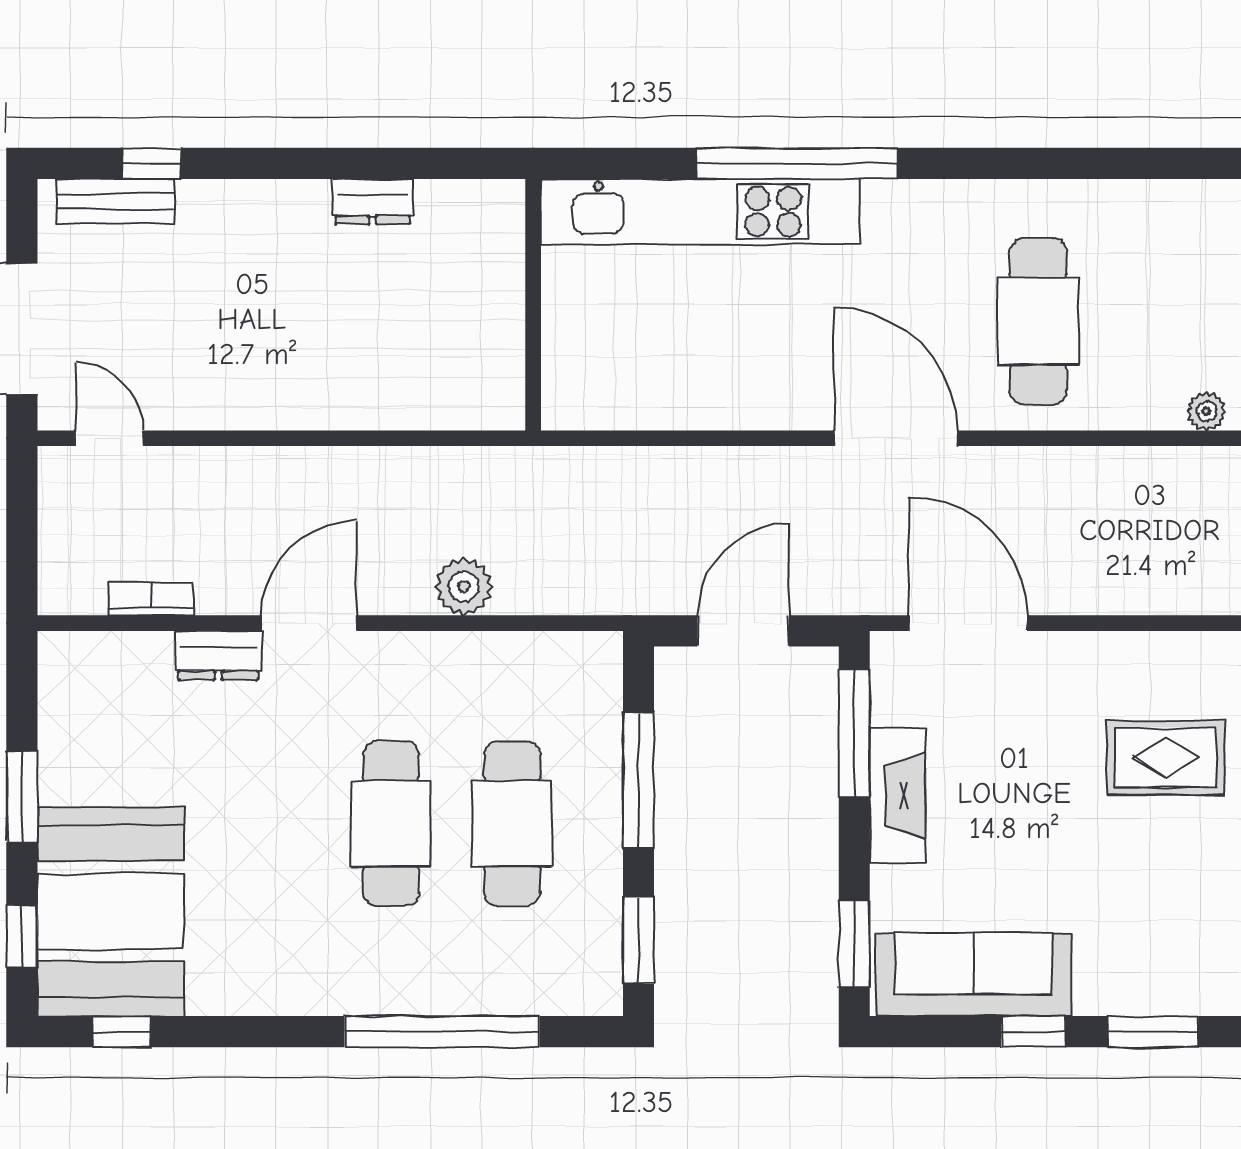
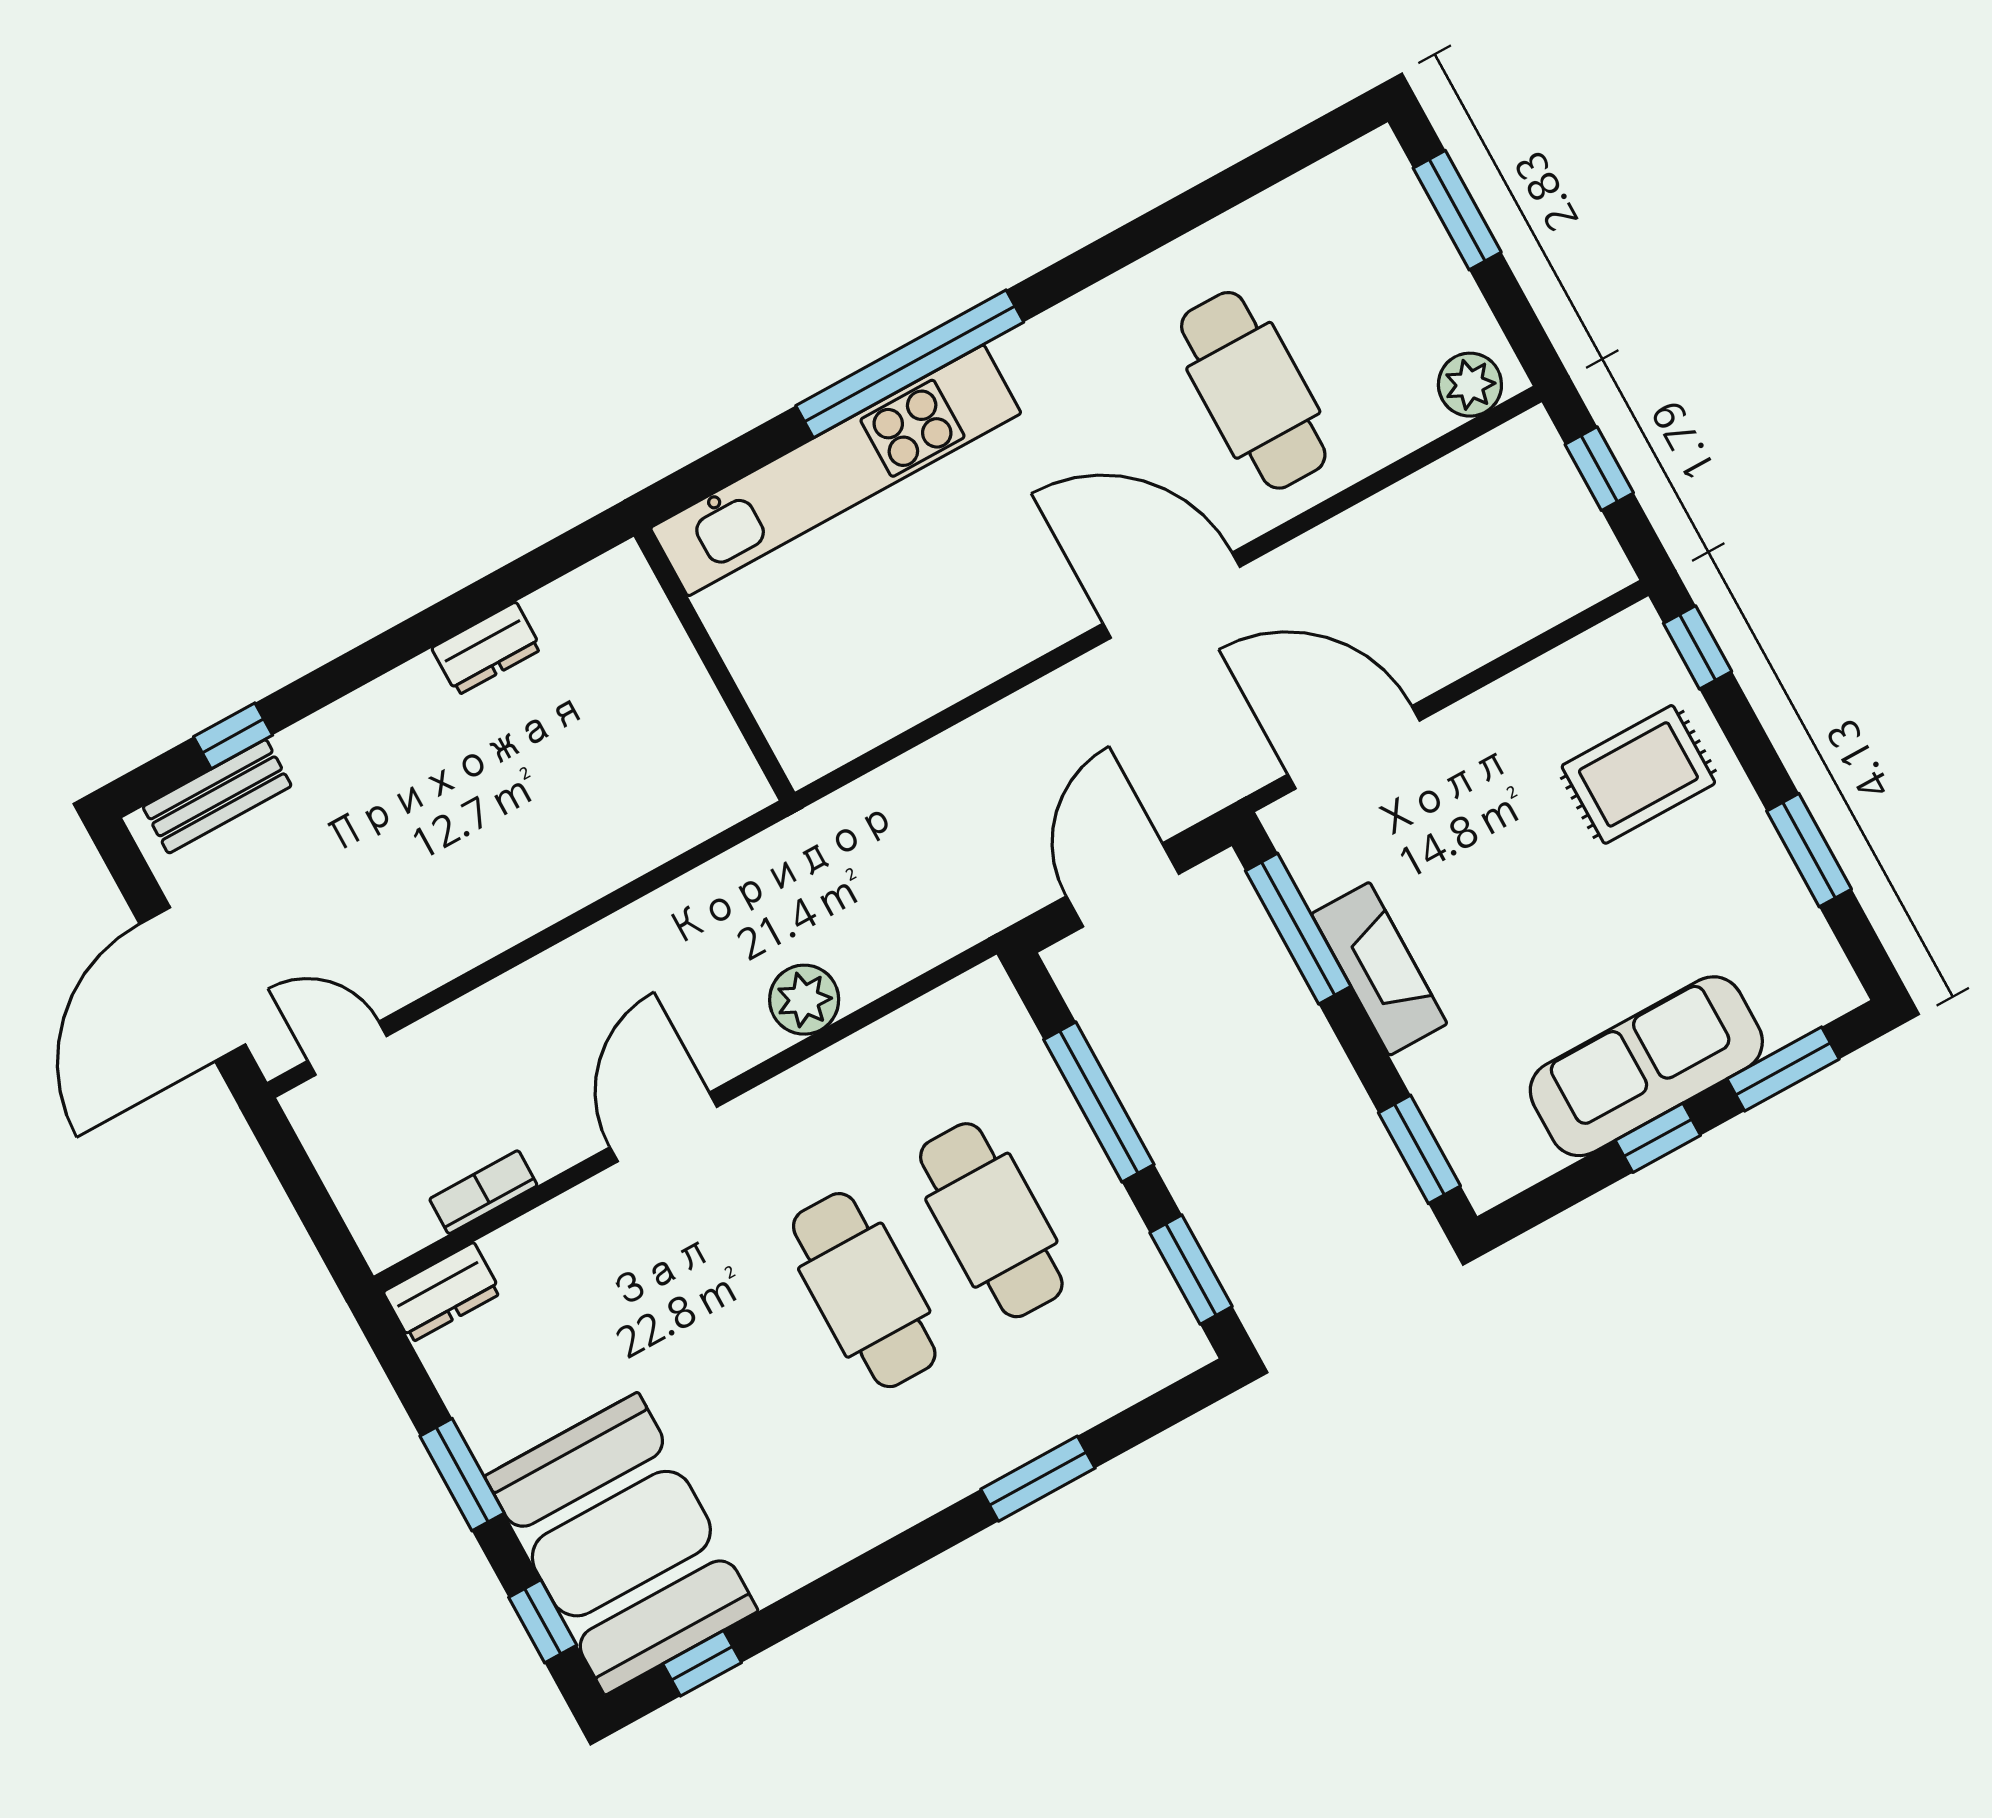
plant: (1206, 411) -> (1470, 385), width x1.38, depth x1.38
dresser: (218, 655) -> (442, 1292), moved
sofa: (974, 975) -> (1646, 1066), moved
window: (442, 1032) -> (1038, 1479), width x0.47

